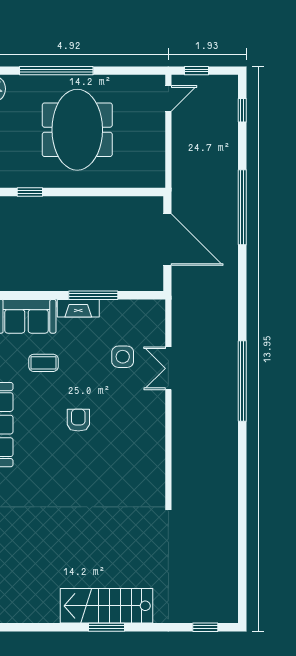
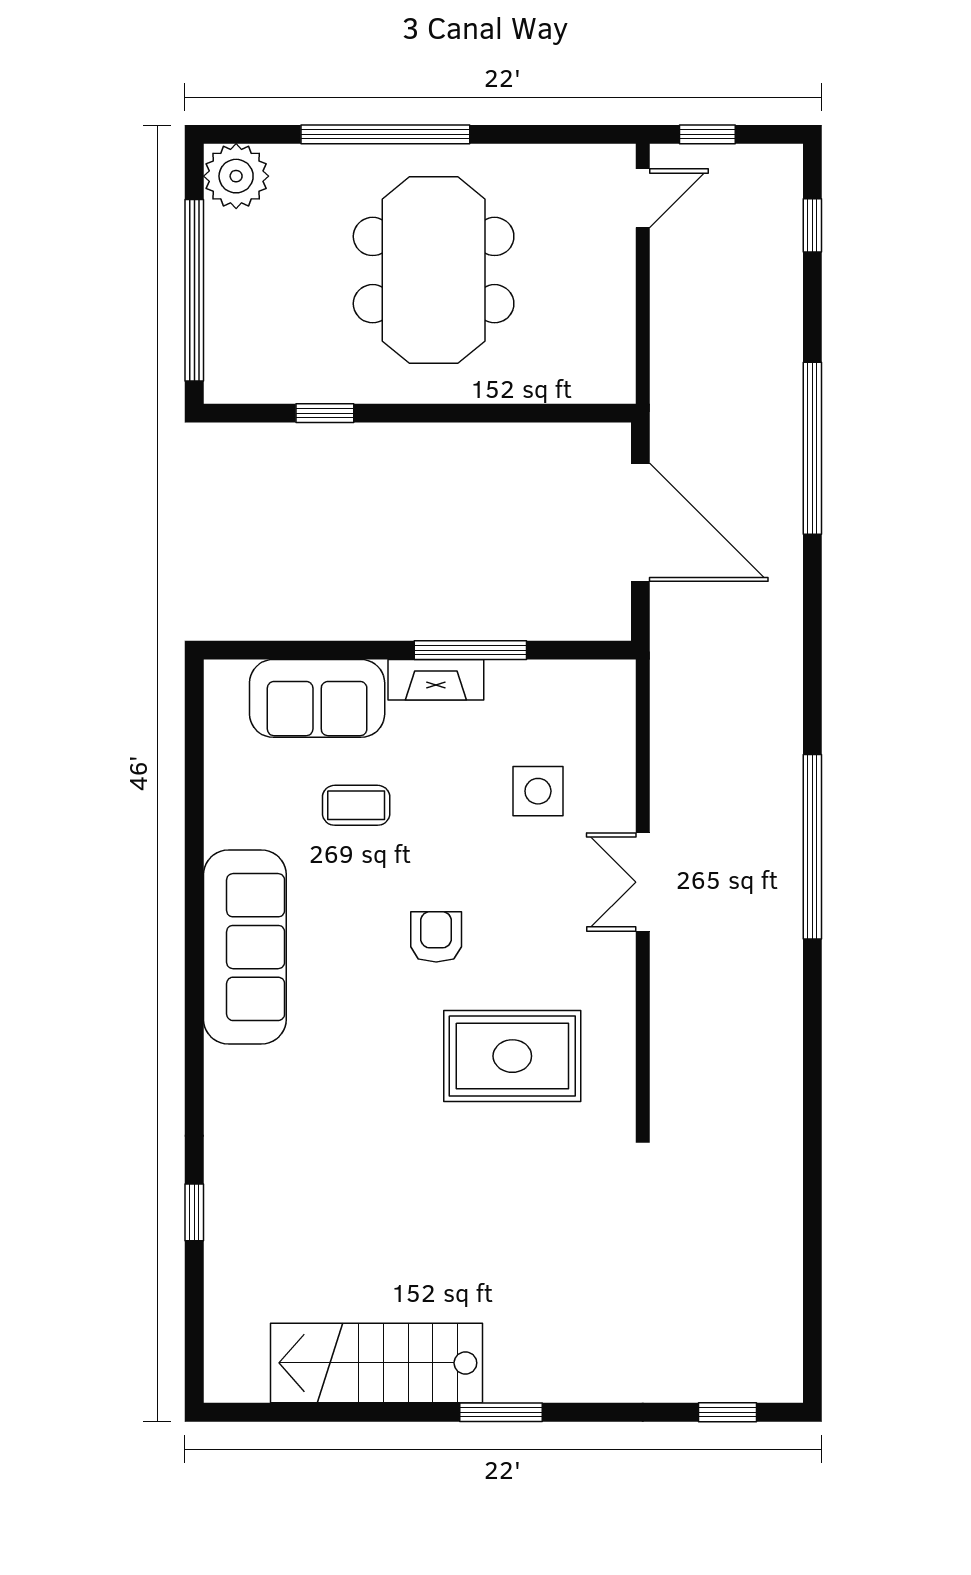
double door: (168, 368) -> (643, 882), moved
rug: (112, 472) -> (512, 1056), added
stairs: (106, 606) -> (376, 1363), moved

